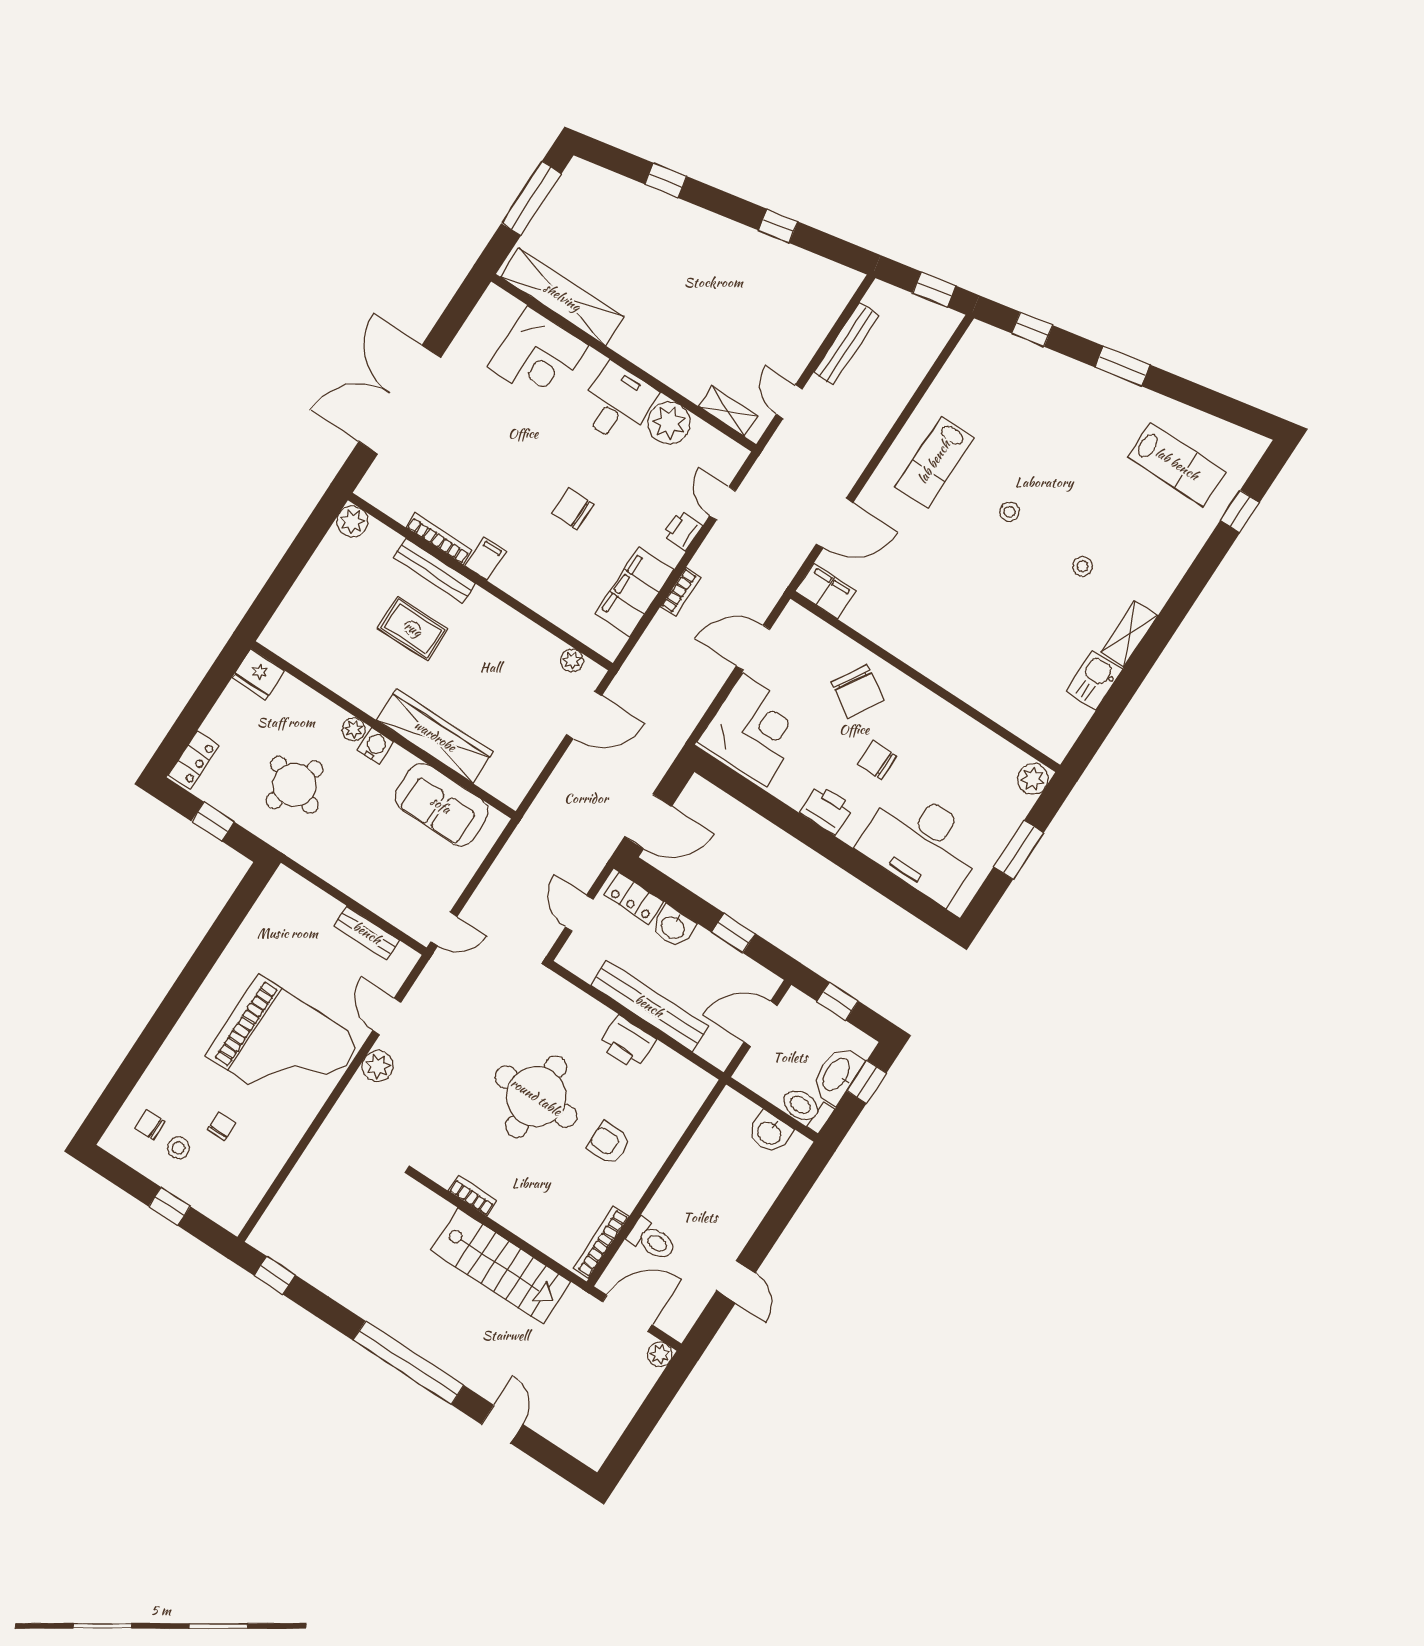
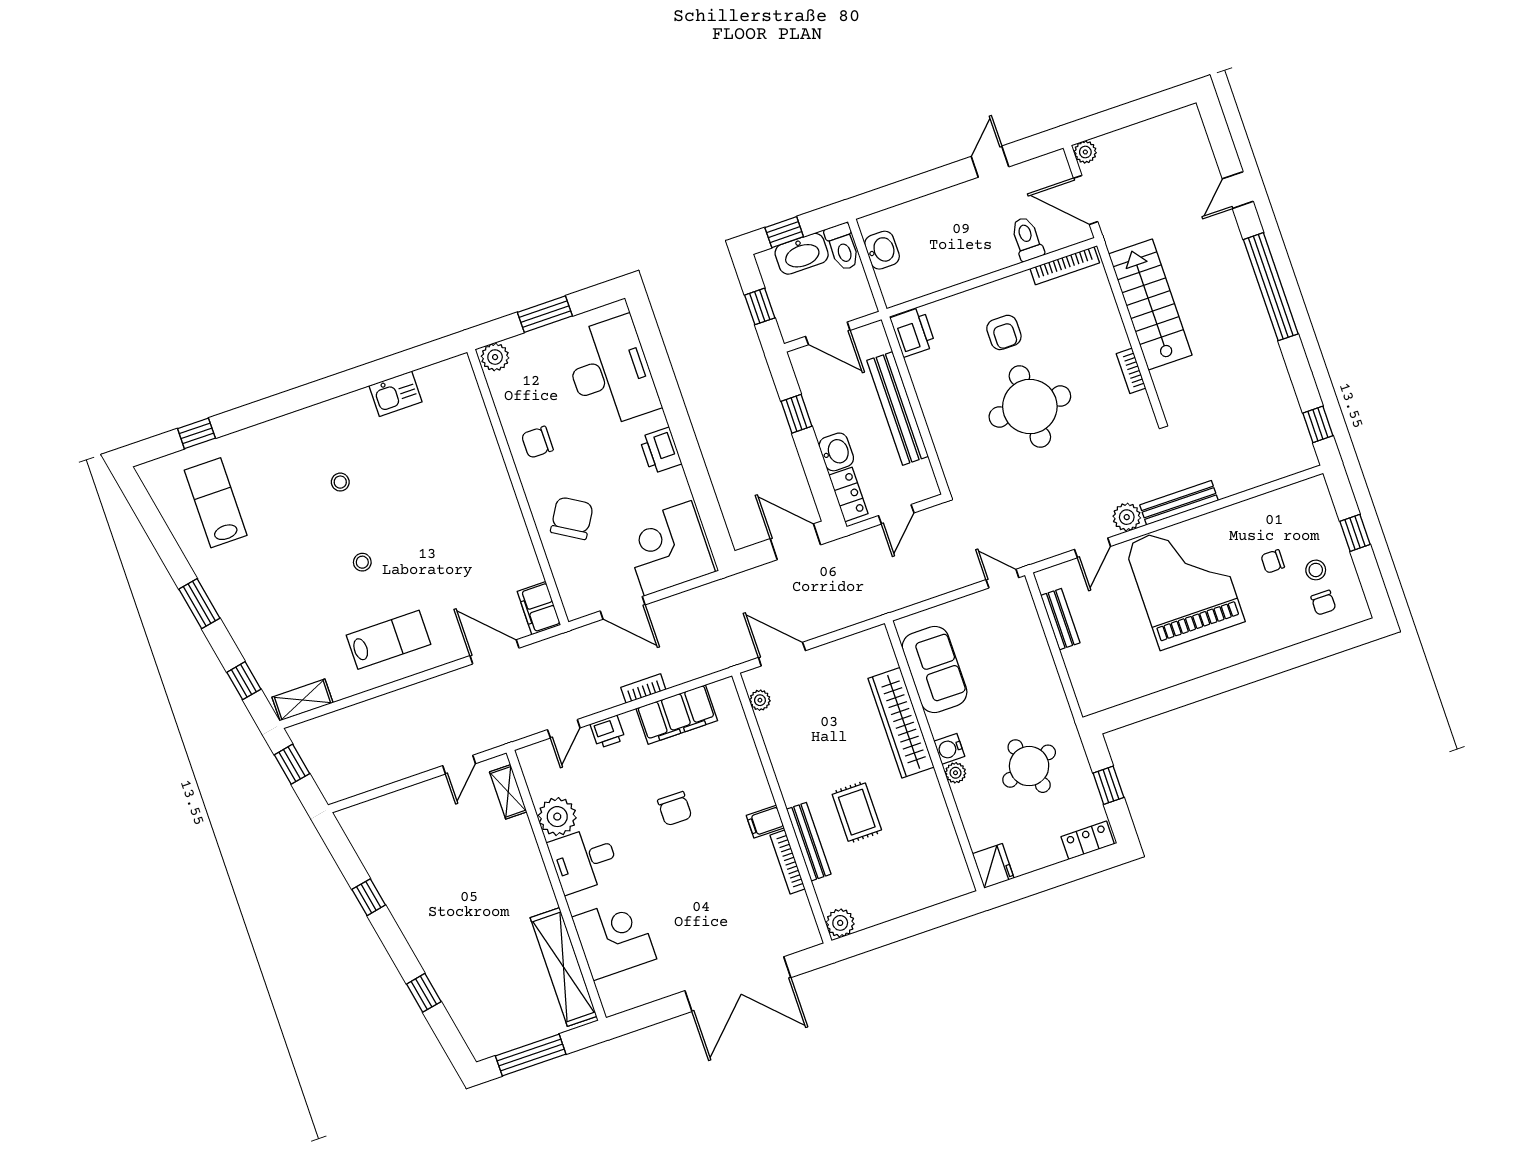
bench: (846, 344) -> (1179, 503), moved
shelving: (1129, 634) -> (302, 700), moved
chair: (877, 760) -> (537, 442), moved, turned 90
round table: (294, 785) -> (1029, 766), turned -36
printer: (627, 1043) -> (913, 332), moved

